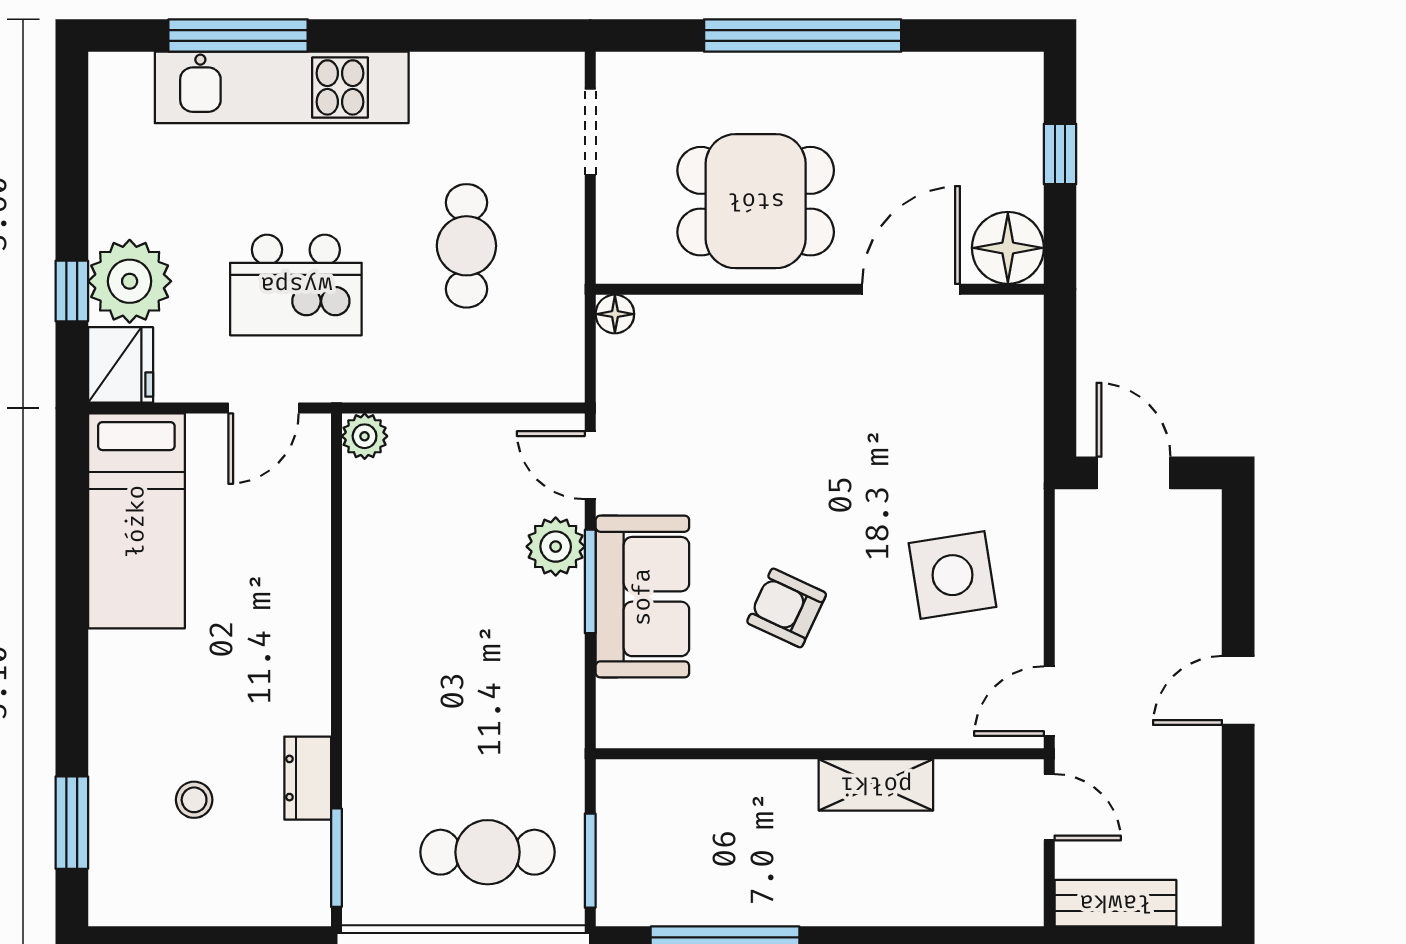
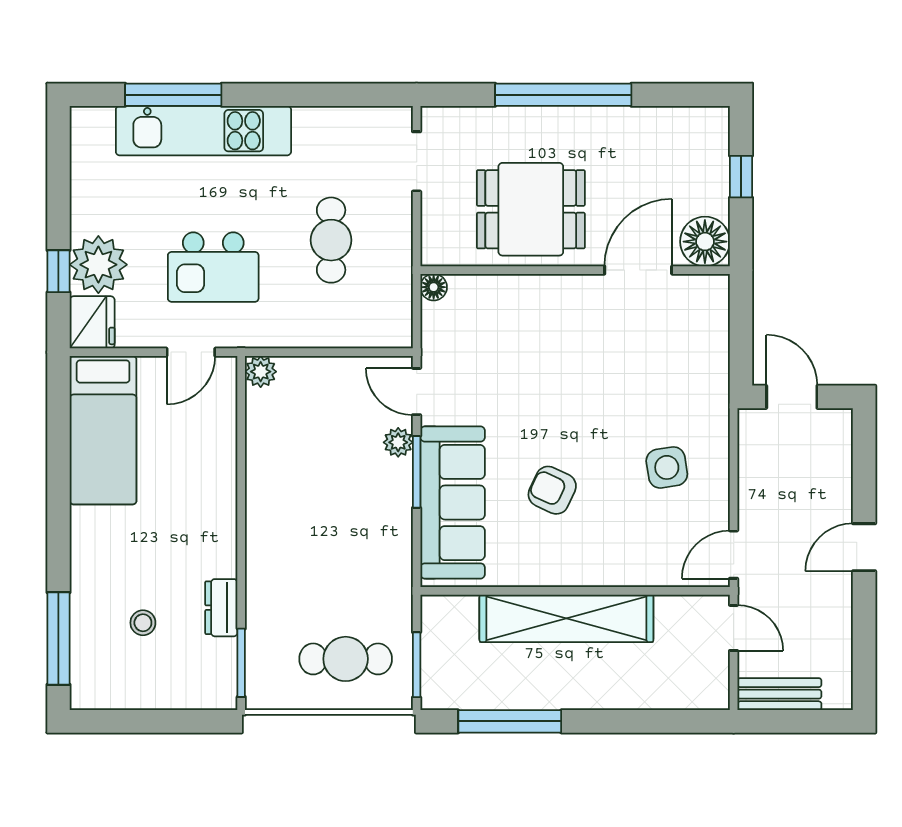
plant: (556, 547) -> (398, 442), width x0.73, depth x0.73
side table: (952, 575) -> (667, 467), width x0.73, depth x0.73
sofa: (642, 597) -> (453, 502), width x1.36
shelving: (876, 785) -> (566, 618), width x2.20, depth x1.33
window: (72, 823) -> (58, 639), width x1.44

